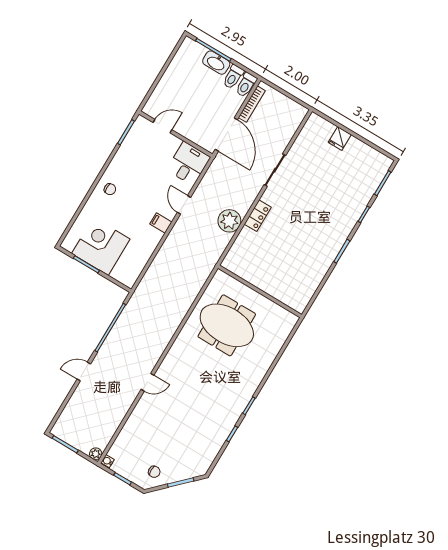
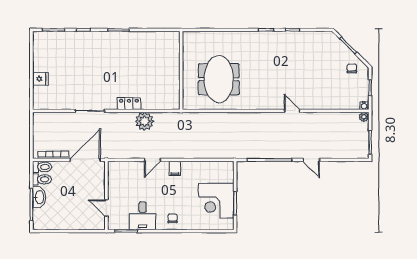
desk: (188, 164) -> (143, 216), moved, turned -90

